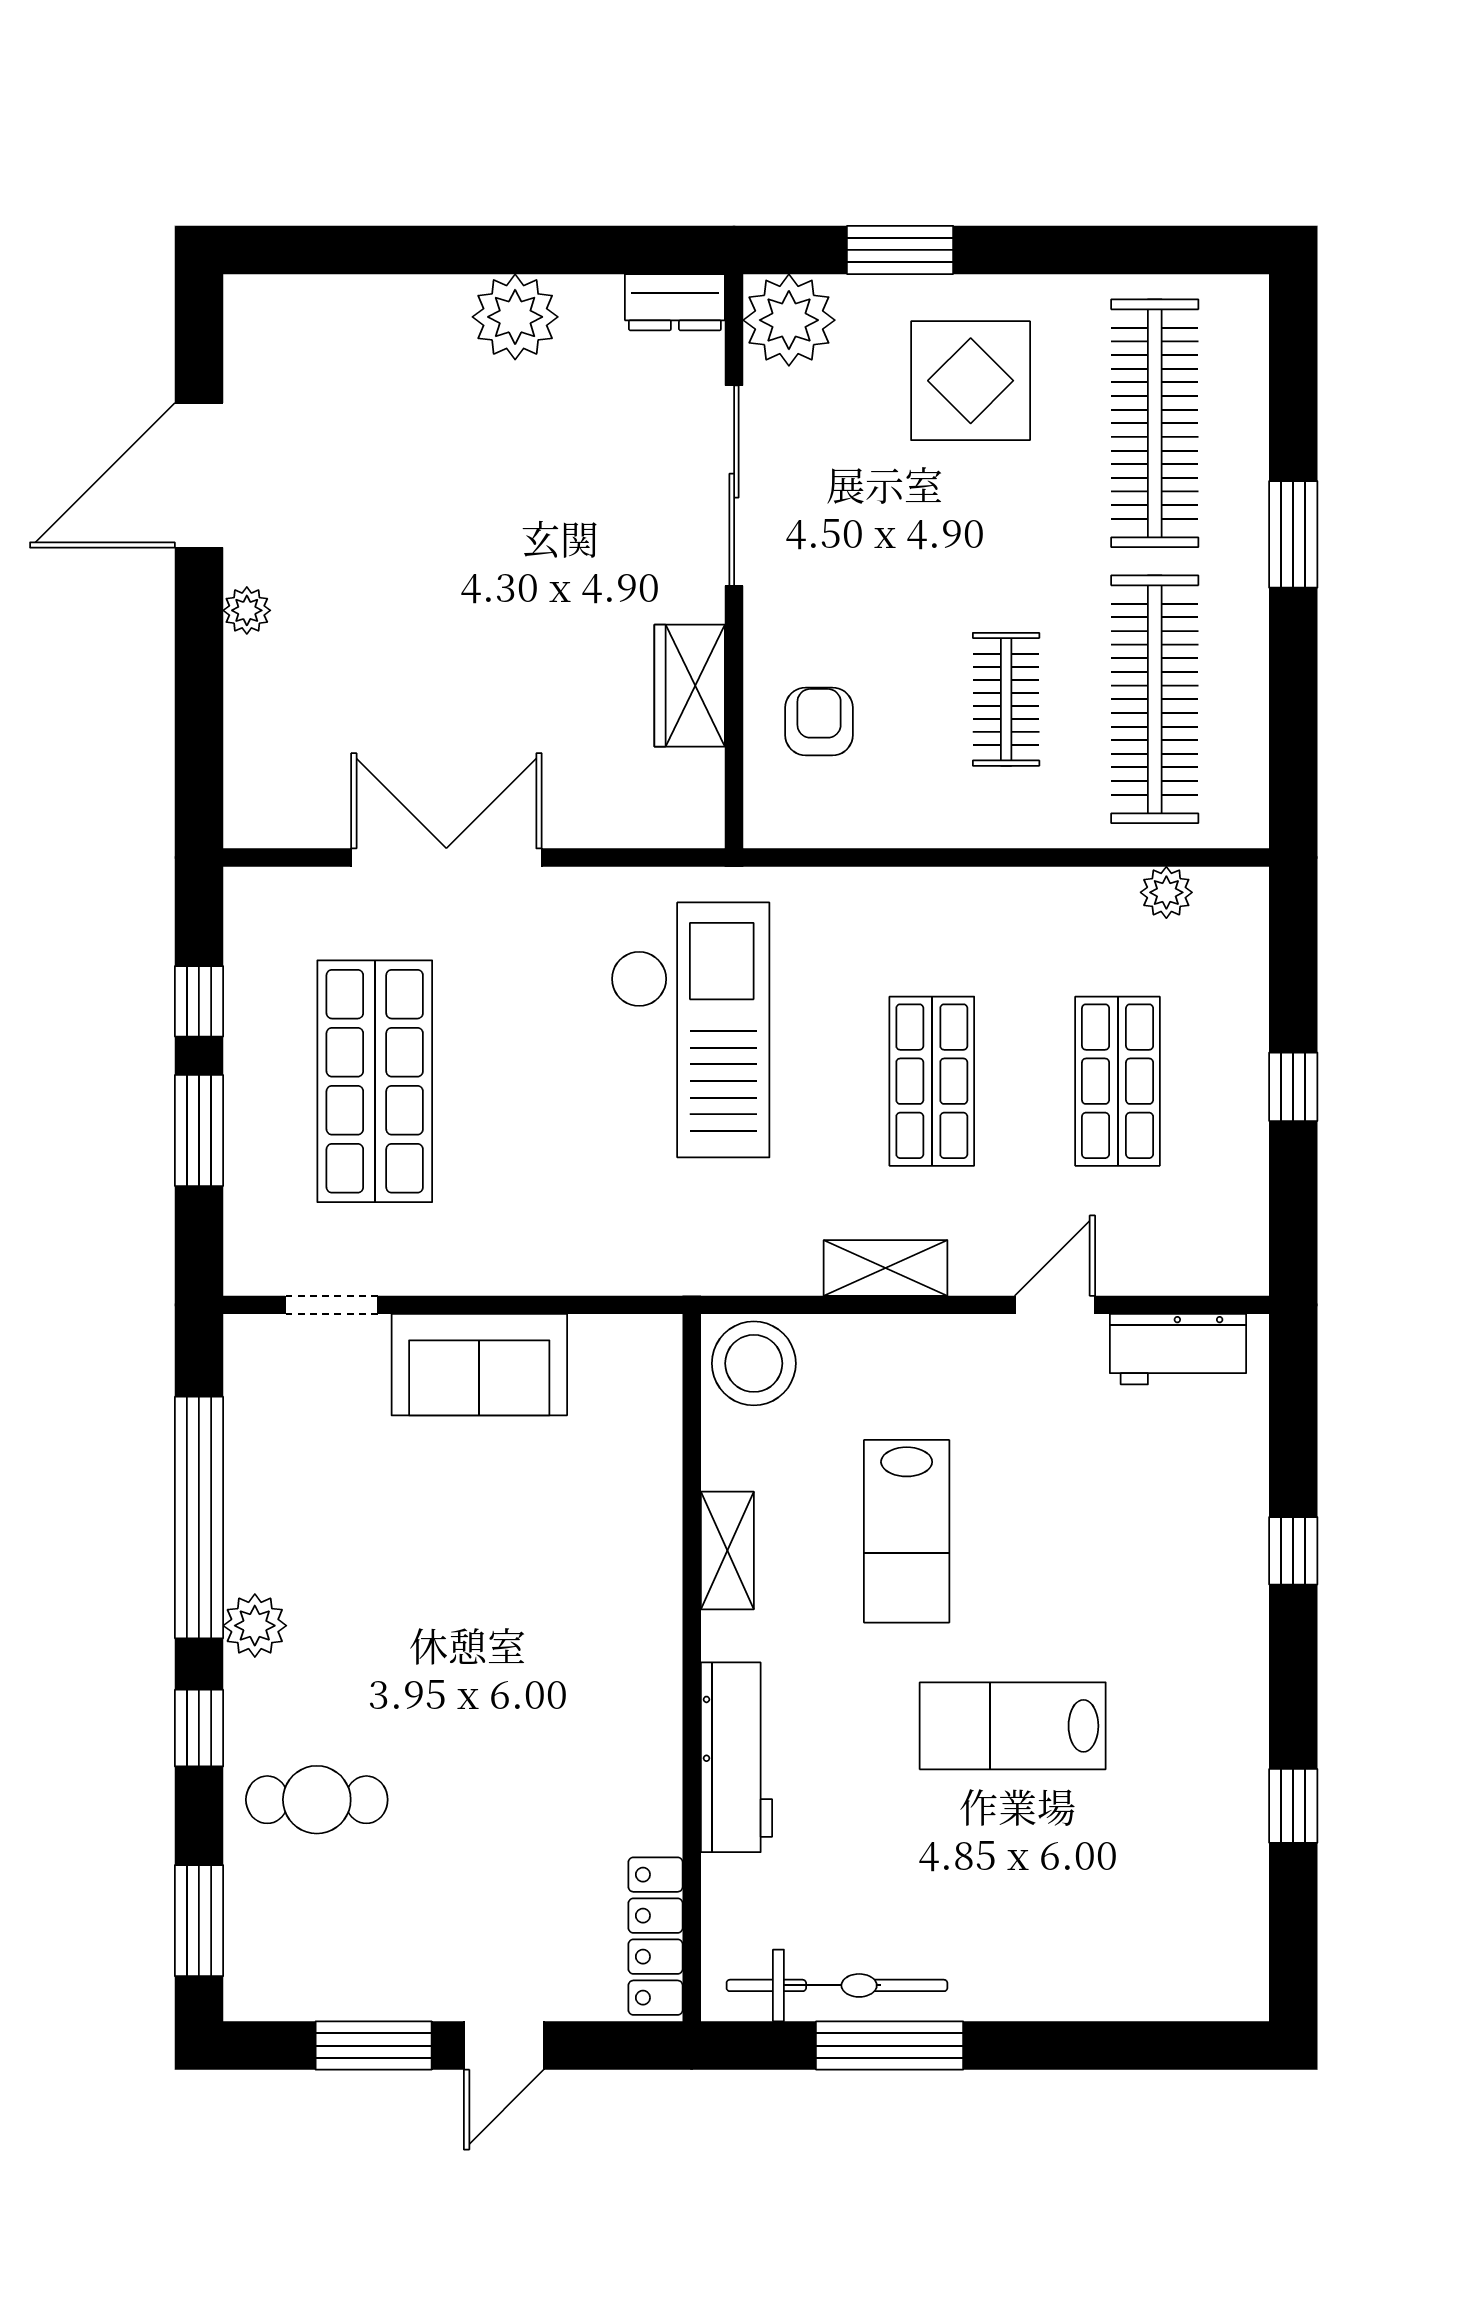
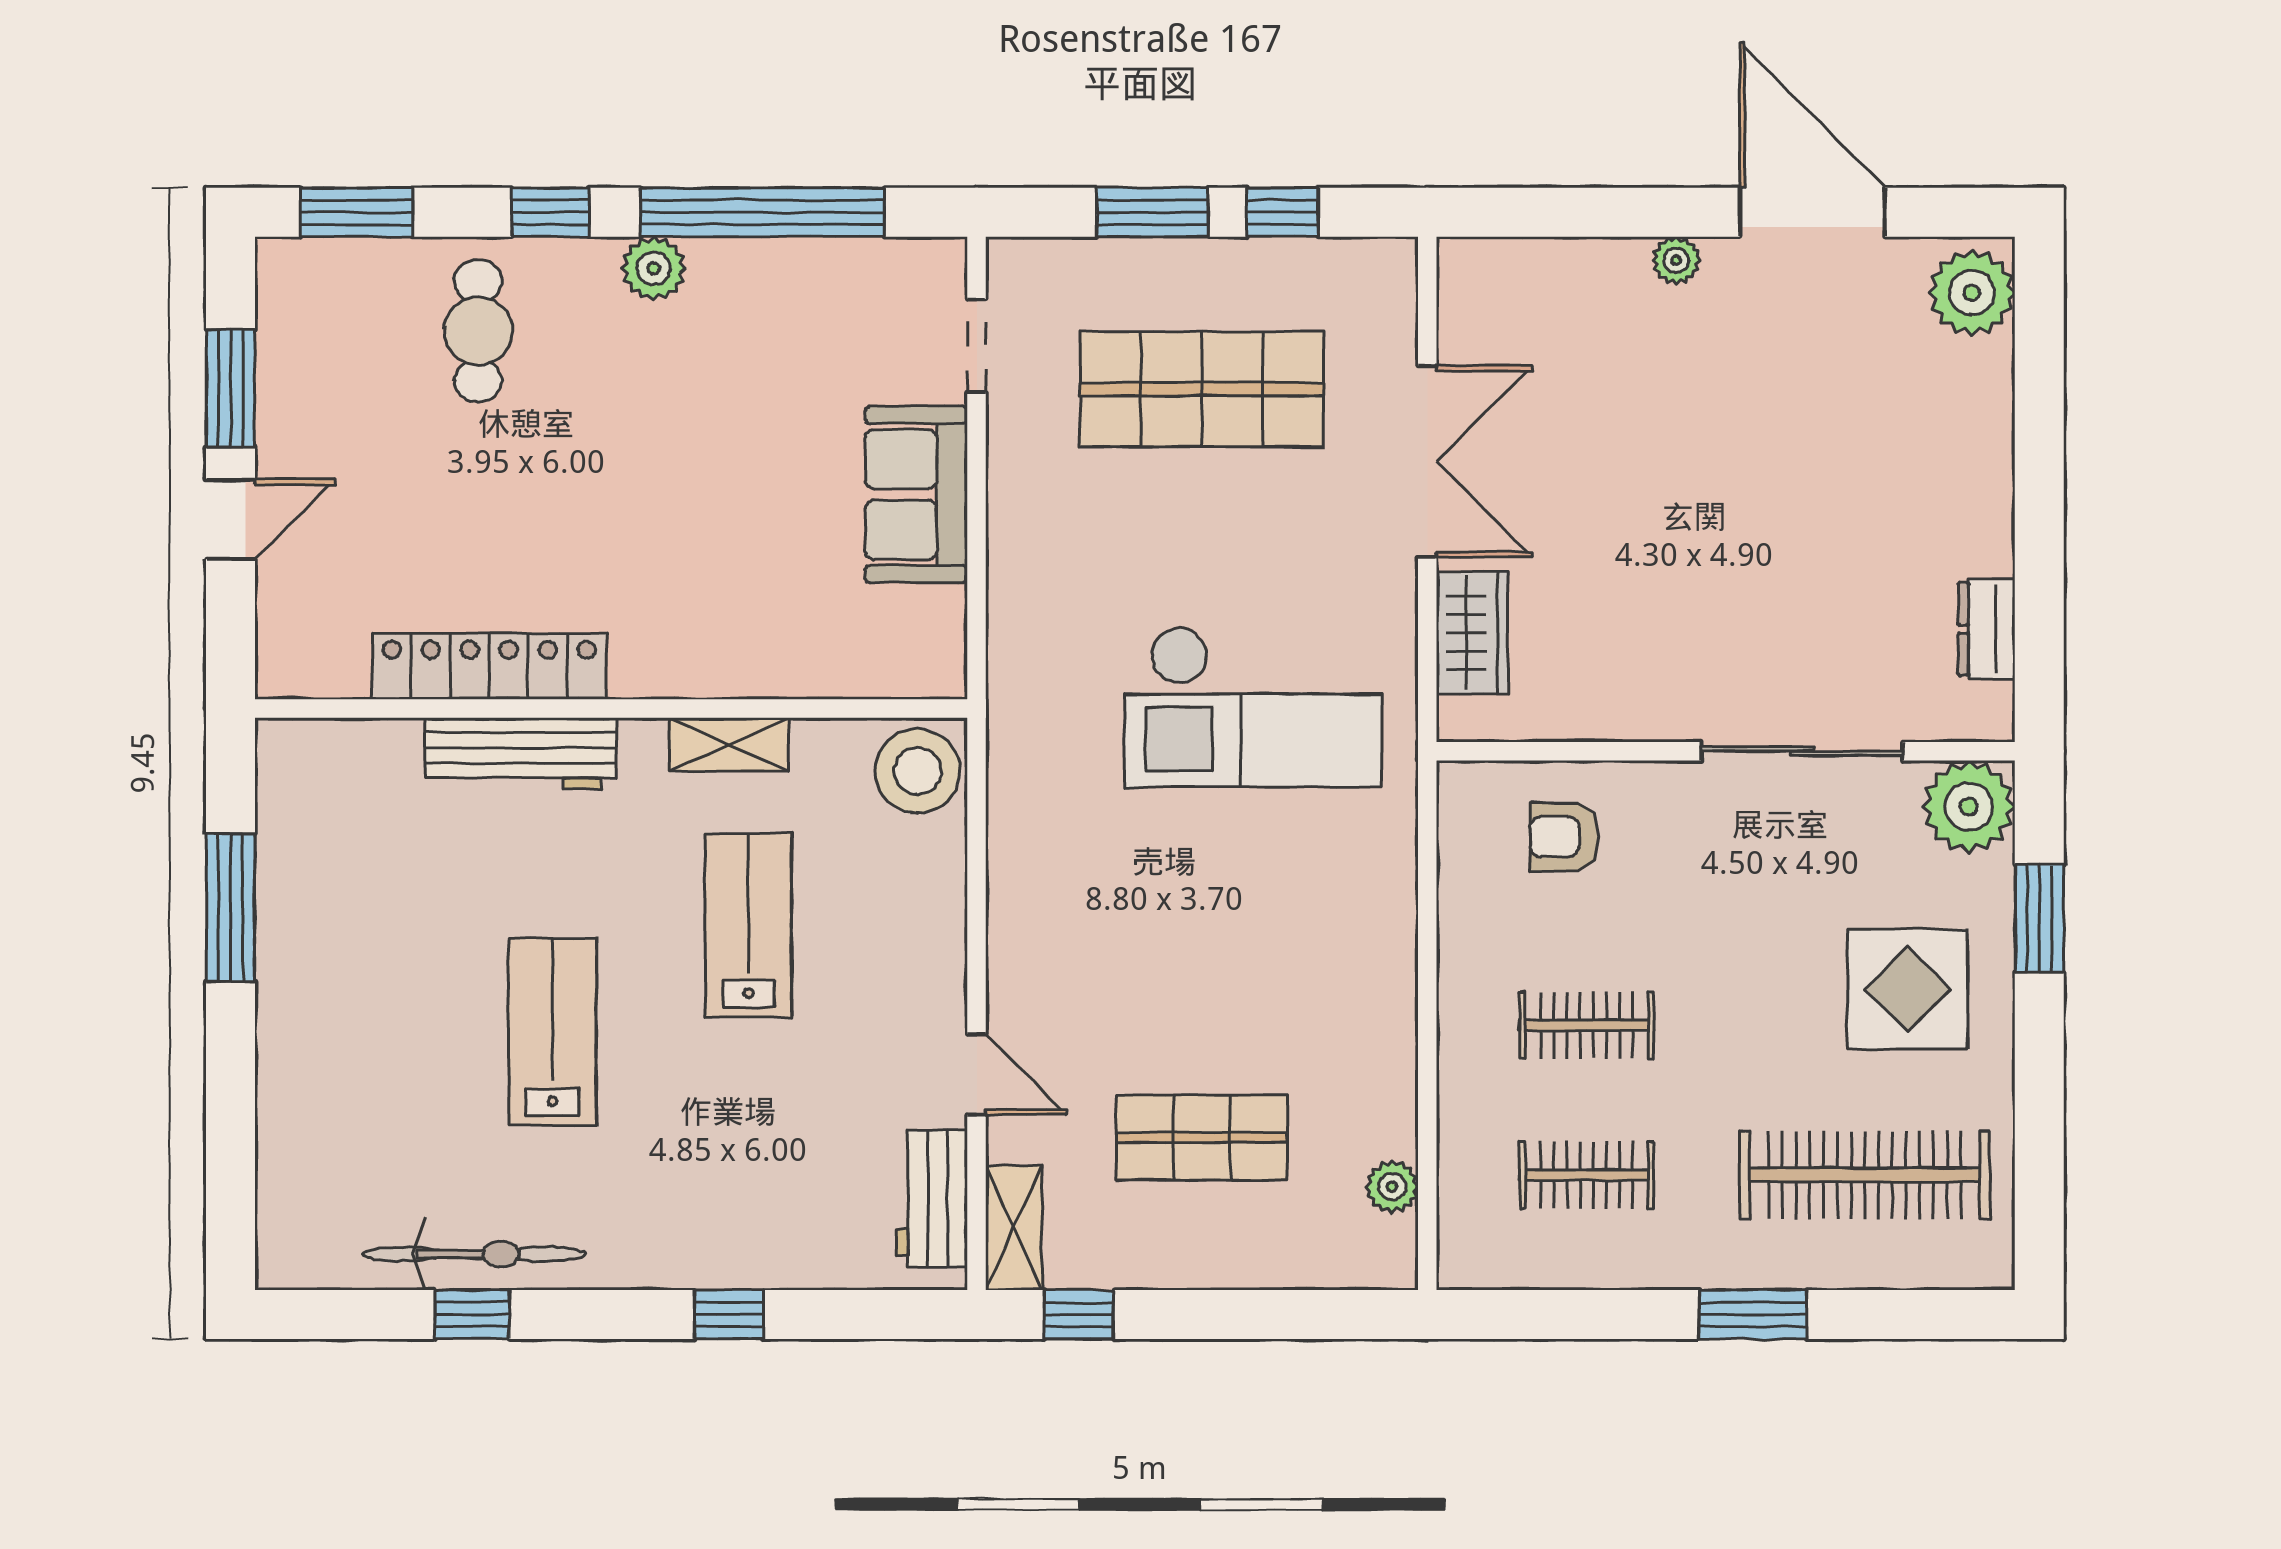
dresser: (675, 302) -> (1987, 629), moved
plant: (515, 317) -> (1972, 293), moved
wardrobe: (690, 686) -> (1472, 633), moved, turned 90
clothes rail: (1155, 699) -> (1587, 1175), width x0.54, depth x0.76
armchair: (819, 721) -> (1564, 837), turned 180
shop shelf: (932, 1081) -> (1202, 950), removed
window: (1293, 1087) -> (1079, 1314), moved
shelving: (886, 1268) -> (1014, 1228), moved
lab bench: (907, 1531) -> (749, 925), turned 90
locker: (655, 1936) -> (489, 666), moved, width x1.41, depth x1.21
bicycle: (837, 1985) -> (474, 1254), moved, turned -90
door: (504, 2046) -> (231, 519), swing flipped

